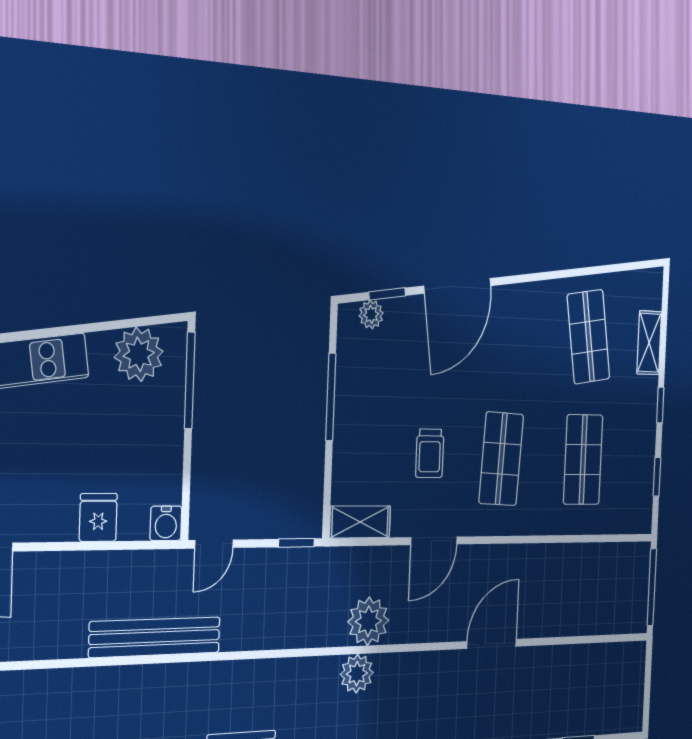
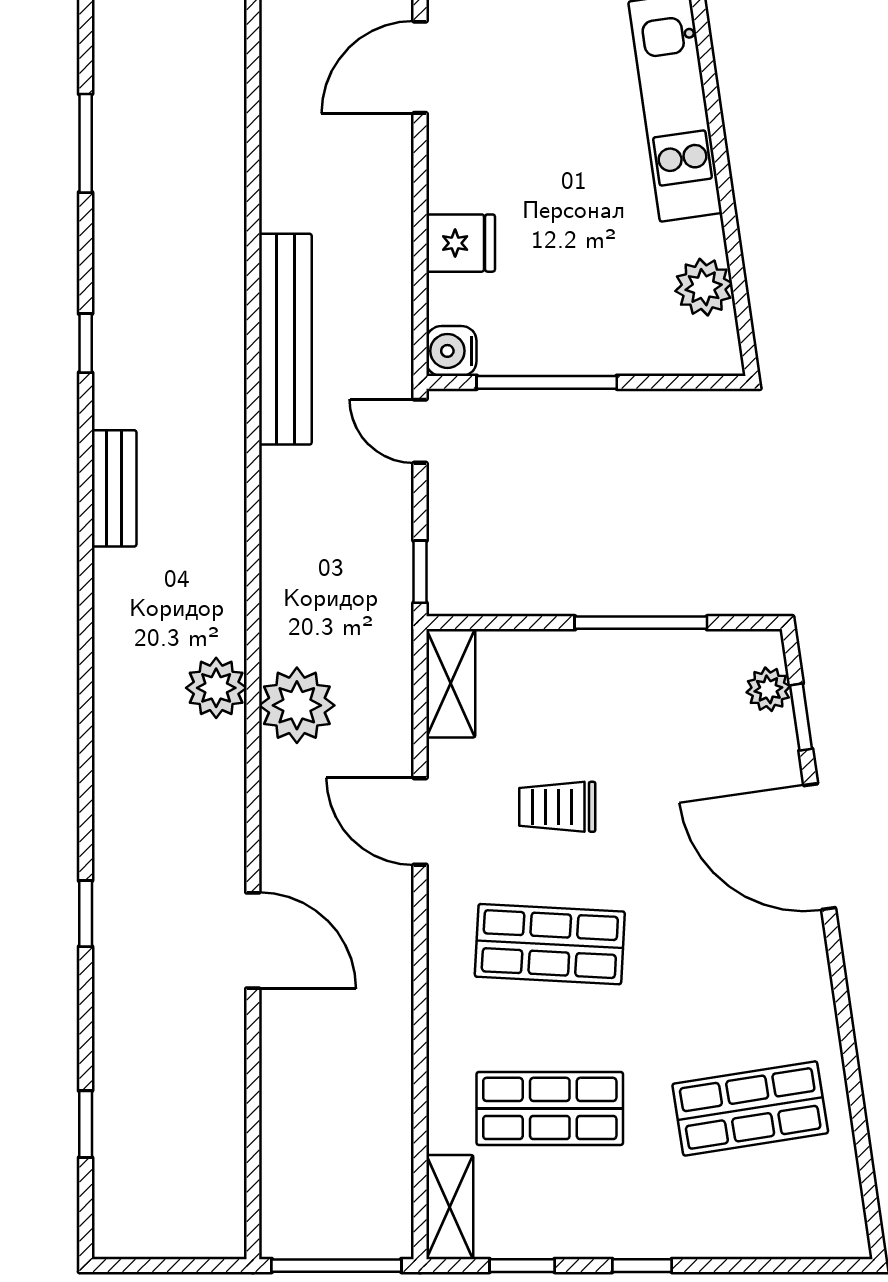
shelving: (649, 343) -> (450, 1207), moved, turned 90
plant: (139, 354) -> (704, 287), width x0.73, depth x0.73
window: (190, 380) -> (547, 382), moved

